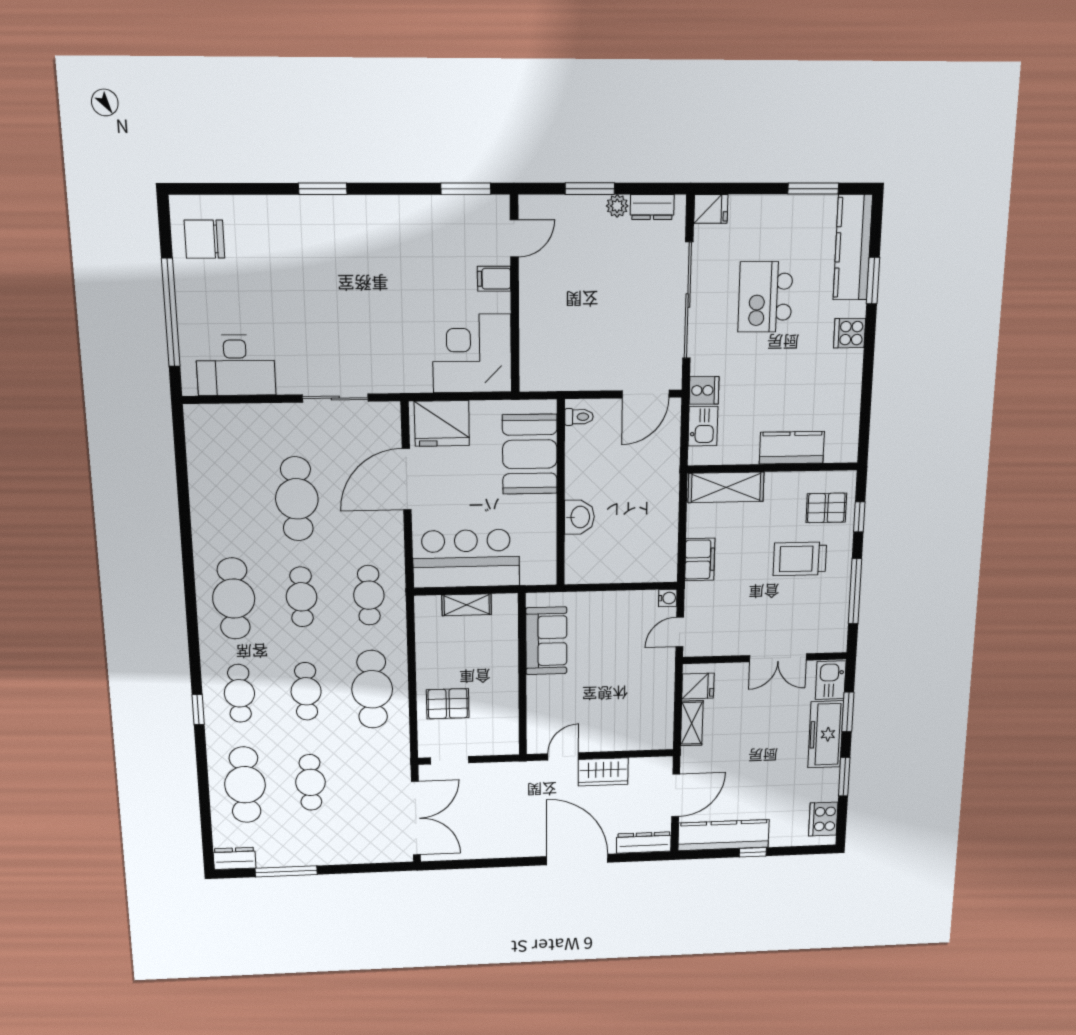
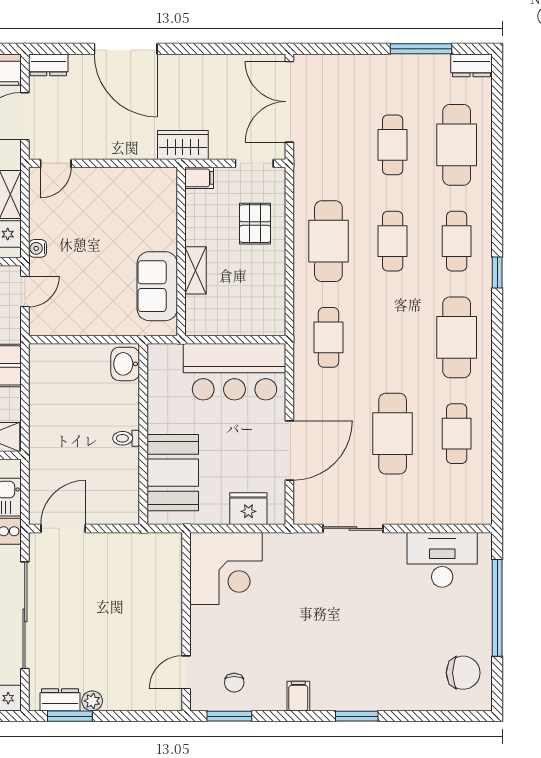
window: (590, 189) -> (70, 716), moved
chair: (461, 227) -> (234, 683), added
filing cabinet: (494, 279) -> (298, 696), moved, turned -90
toilet: (579, 417) -> (126, 438), moved
fridge: (442, 423) -> (248, 509), width x0.73, depth x0.75
washbasin: (579, 517) -> (125, 364), moved
cafe table: (302, 597) -> (457, 434), moved
water cooler: (668, 598) -> (38, 248), moved
shelving: (467, 605) -> (195, 270), moved, turned 90
pallet: (448, 704) -> (255, 224), turned 90
window: (198, 710) -> (497, 273), moved
filing cabinet: (505, 745) -> (199, 178), added
door: (563, 756) -> (56, 163), moved
wardrobe: (603, 772) -> (183, 145), moved
dresser: (644, 843) -> (48, 65), width x0.70

